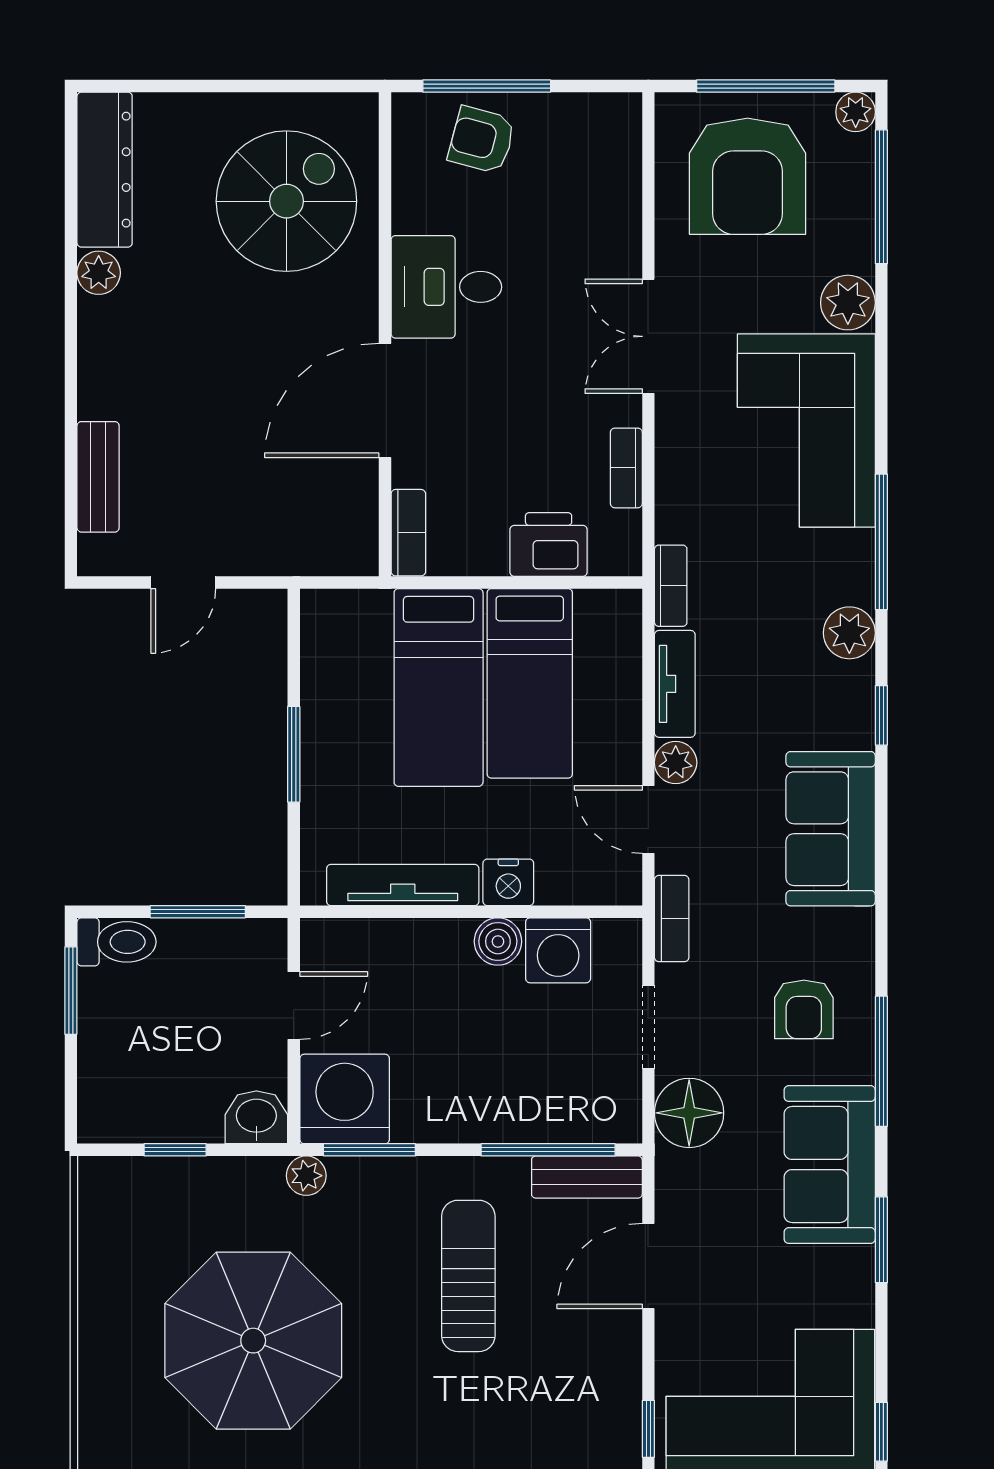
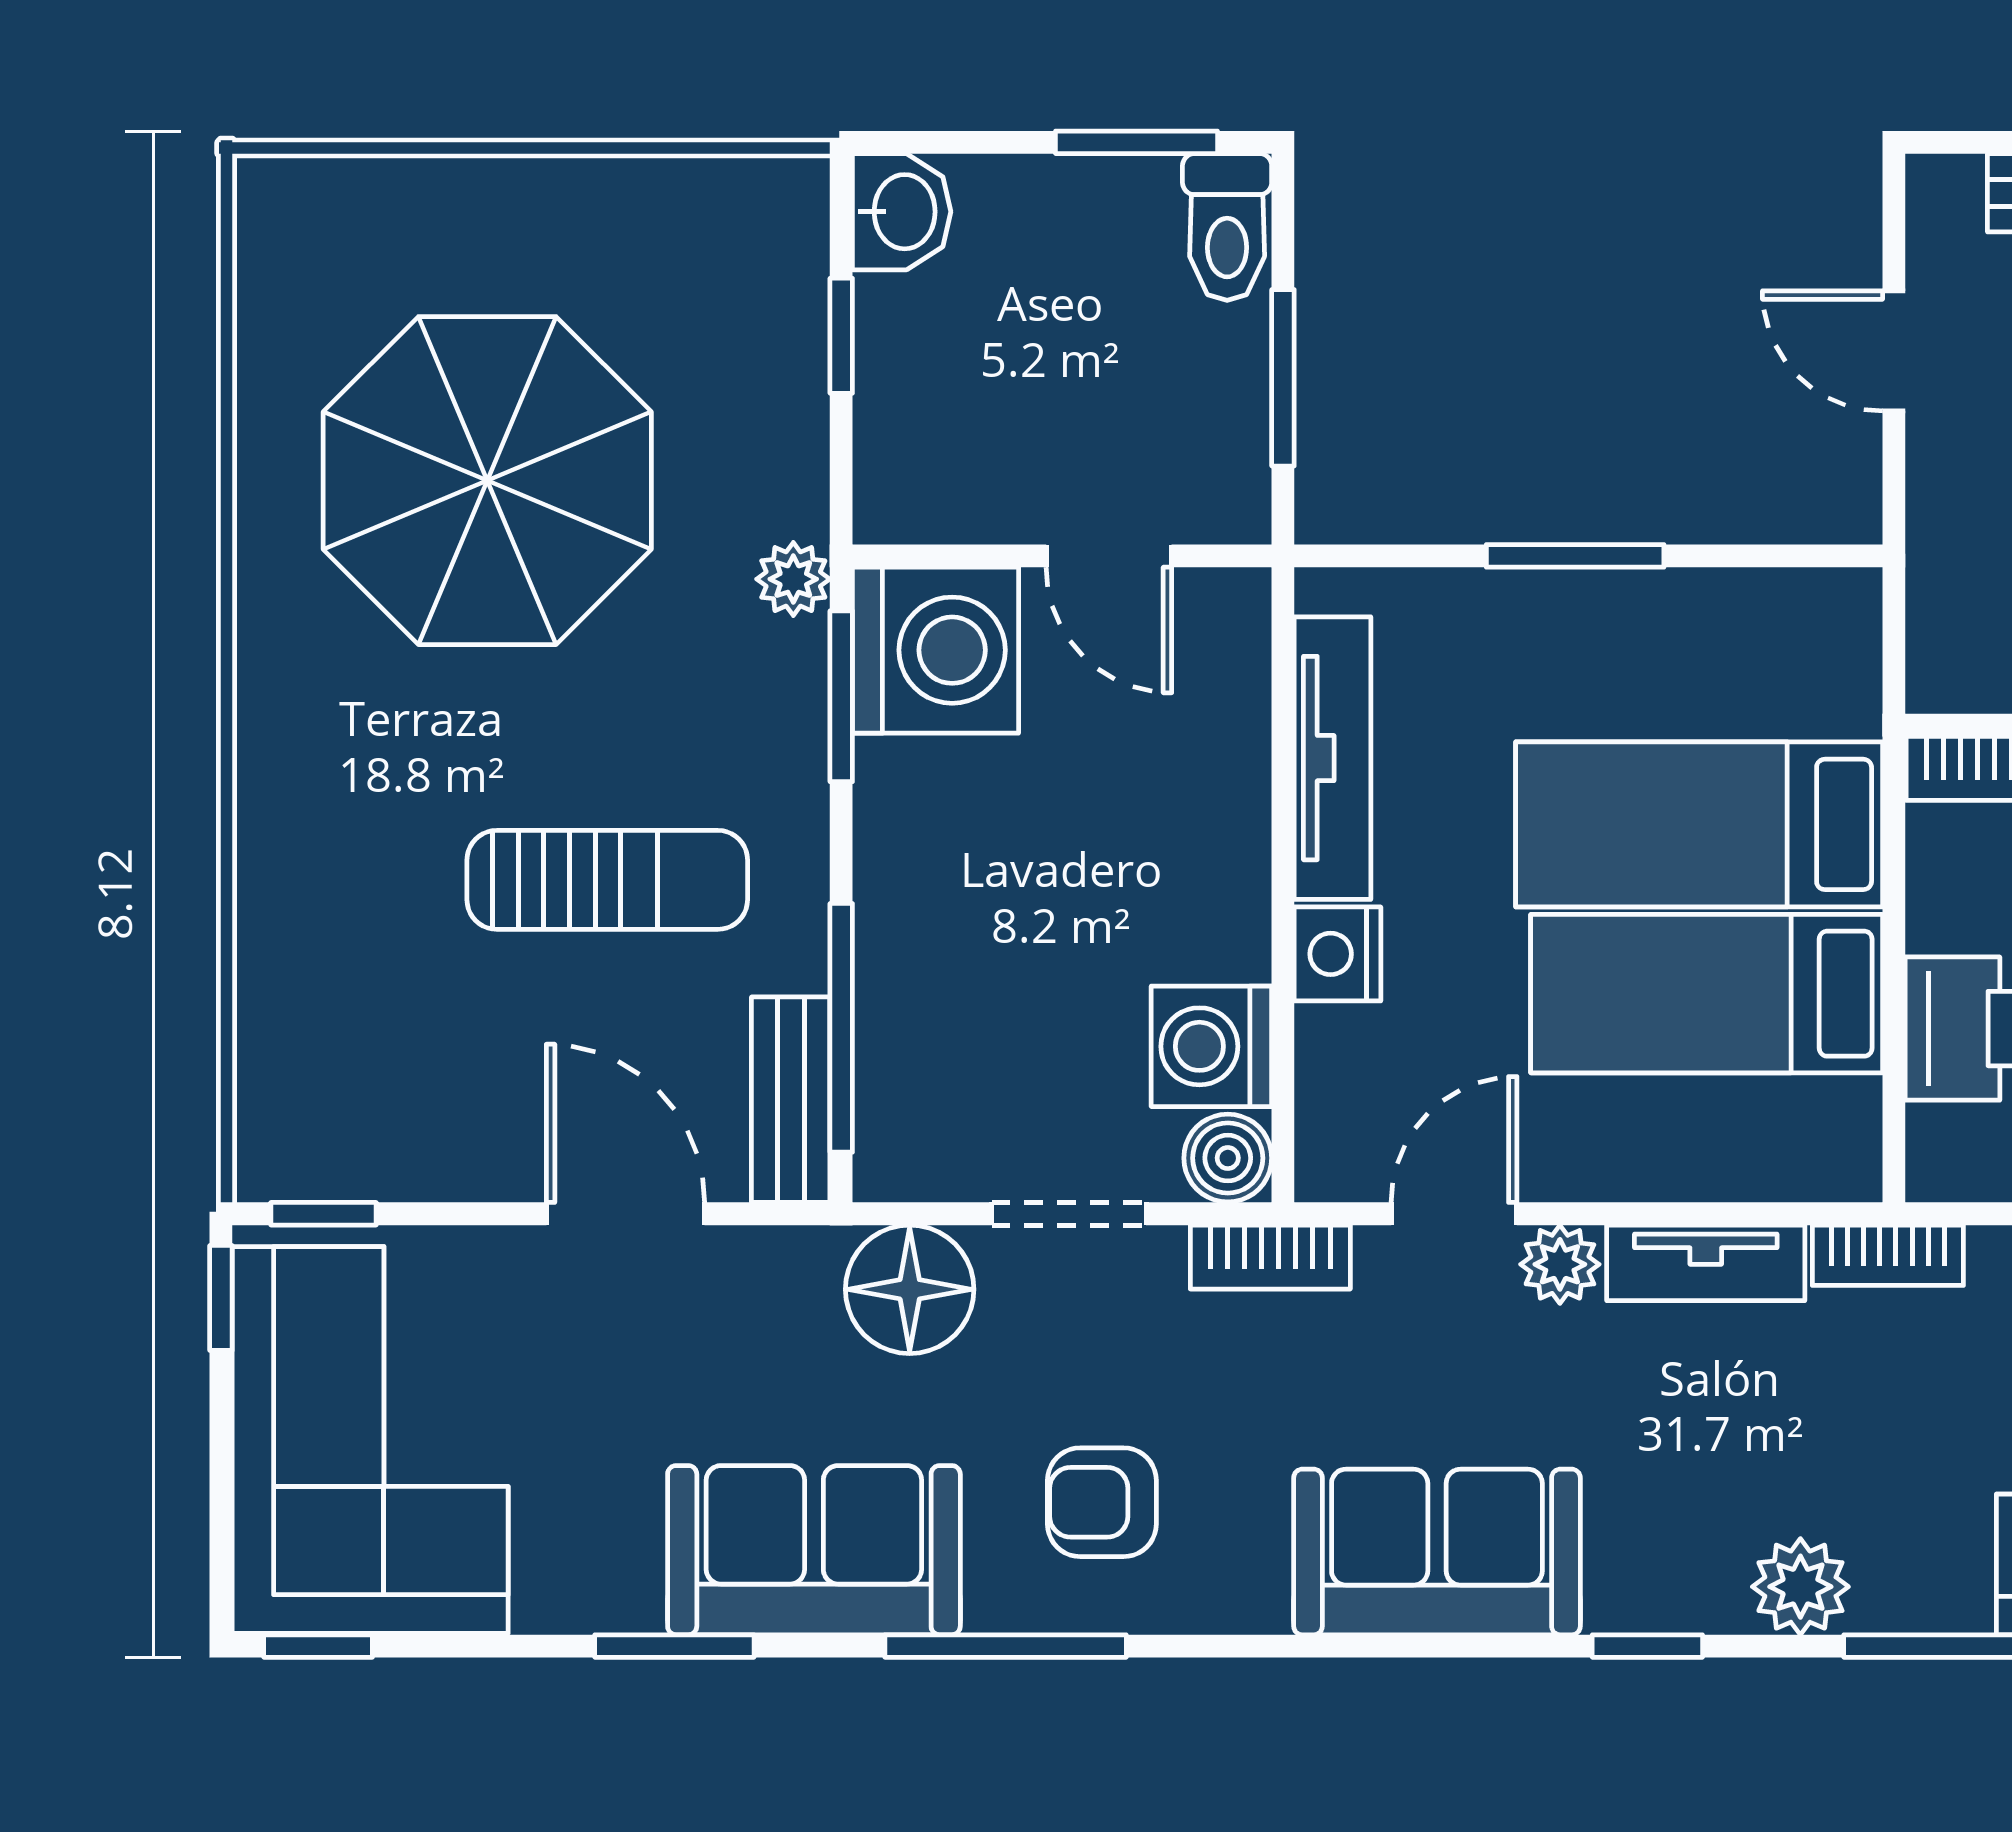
boiler: (498, 941) -> (1228, 1158), moved
washbasin: (256, 1117) -> (902, 212), moved

